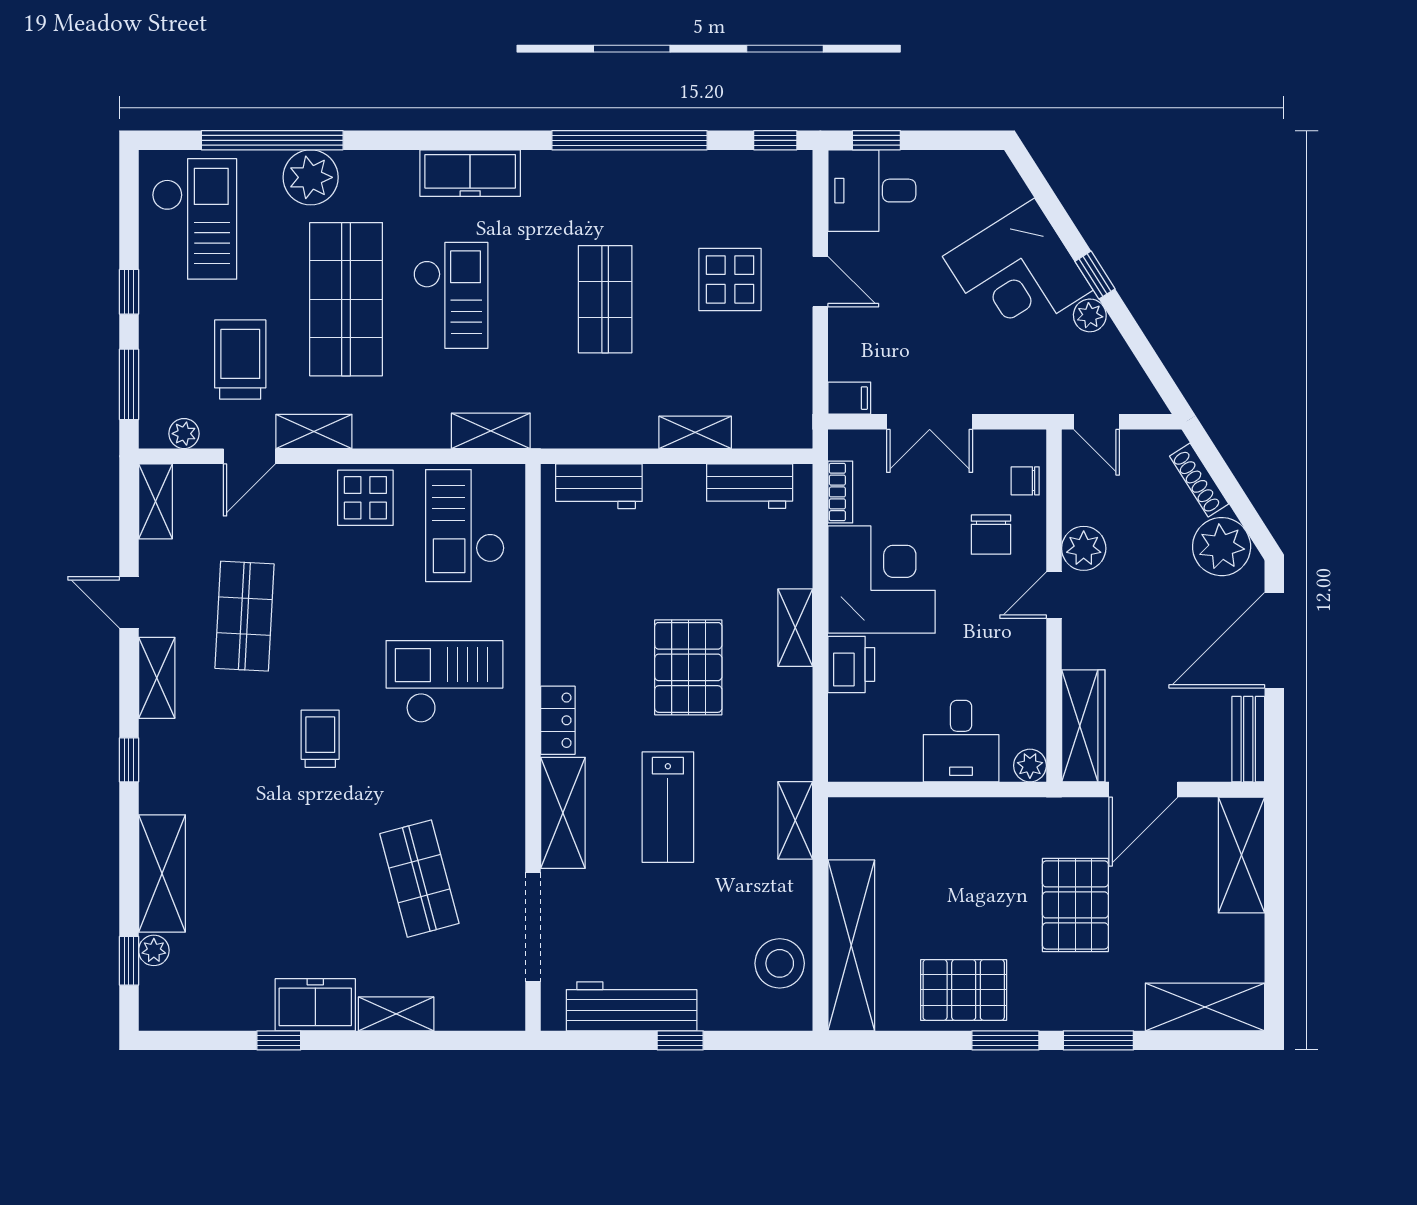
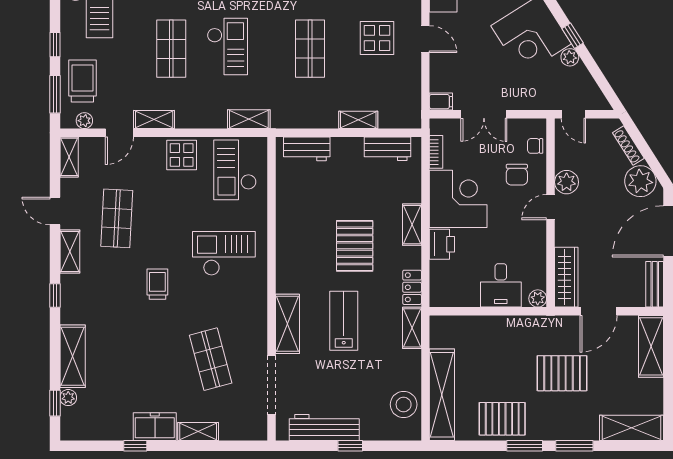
shop shelf: (346, 299) -> (171, 49), width x0.70, depth x0.74
trolley: (240, 359) -> (82, 81), moved
locker: (558, 720) -> (412, 287), moved, turned 180
lab bench: (668, 807) -> (344, 321), turned 180
pallet: (1075, 905) -> (562, 373), turned 90

